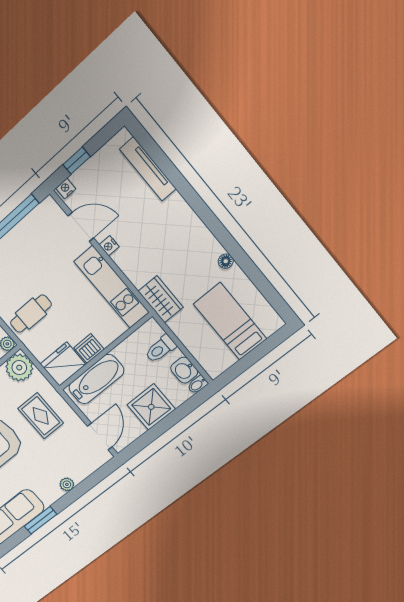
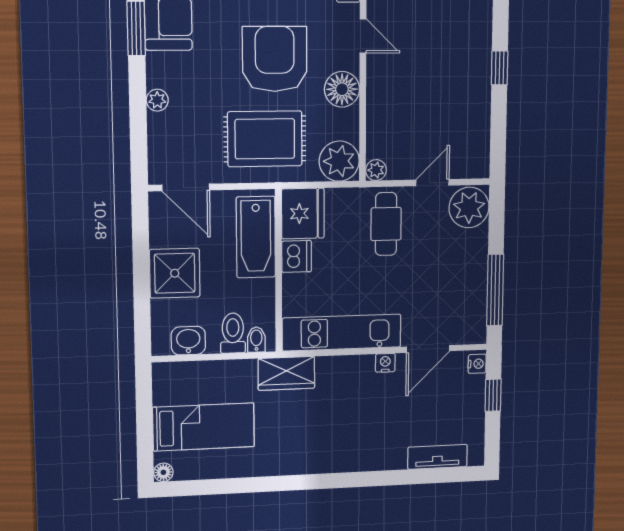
tv unit: (148, 169) -> (437, 457), width x0.71
floor lamp: (226, 261) -> (163, 472), moved
bidet: (198, 385) -> (256, 340), moved
rug: (41, 416) -> (265, 139), width x1.36, depth x1.43

